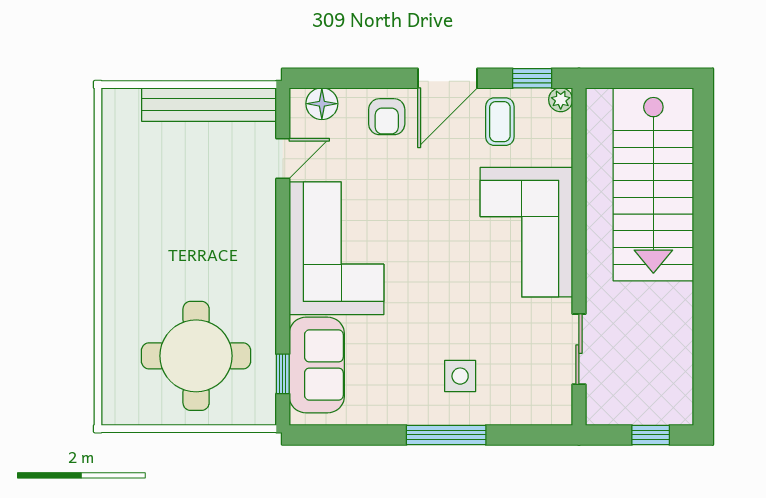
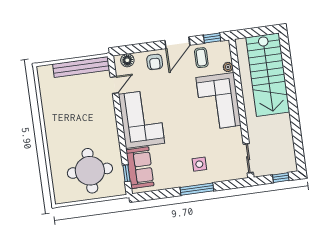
plant: (561, 100) -> (228, 67), moved
sliding door: (579, 349) -> (248, 158), moved

